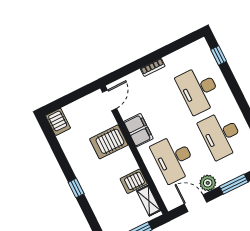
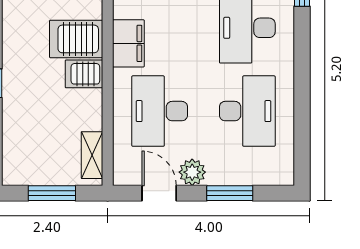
desk: (221, 135) -> (247, 111), turned 180
server rack: (134, 181) -> (84, 74), moved

